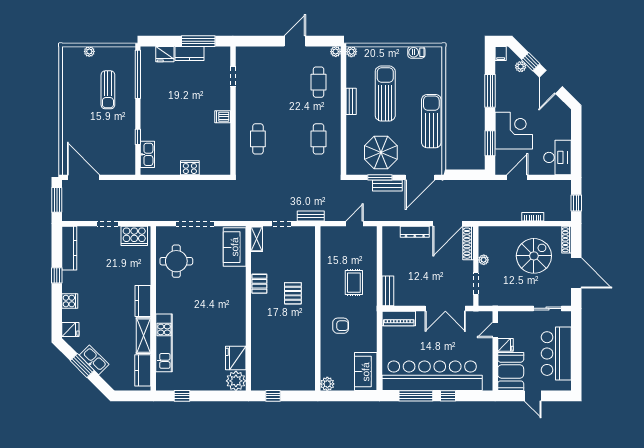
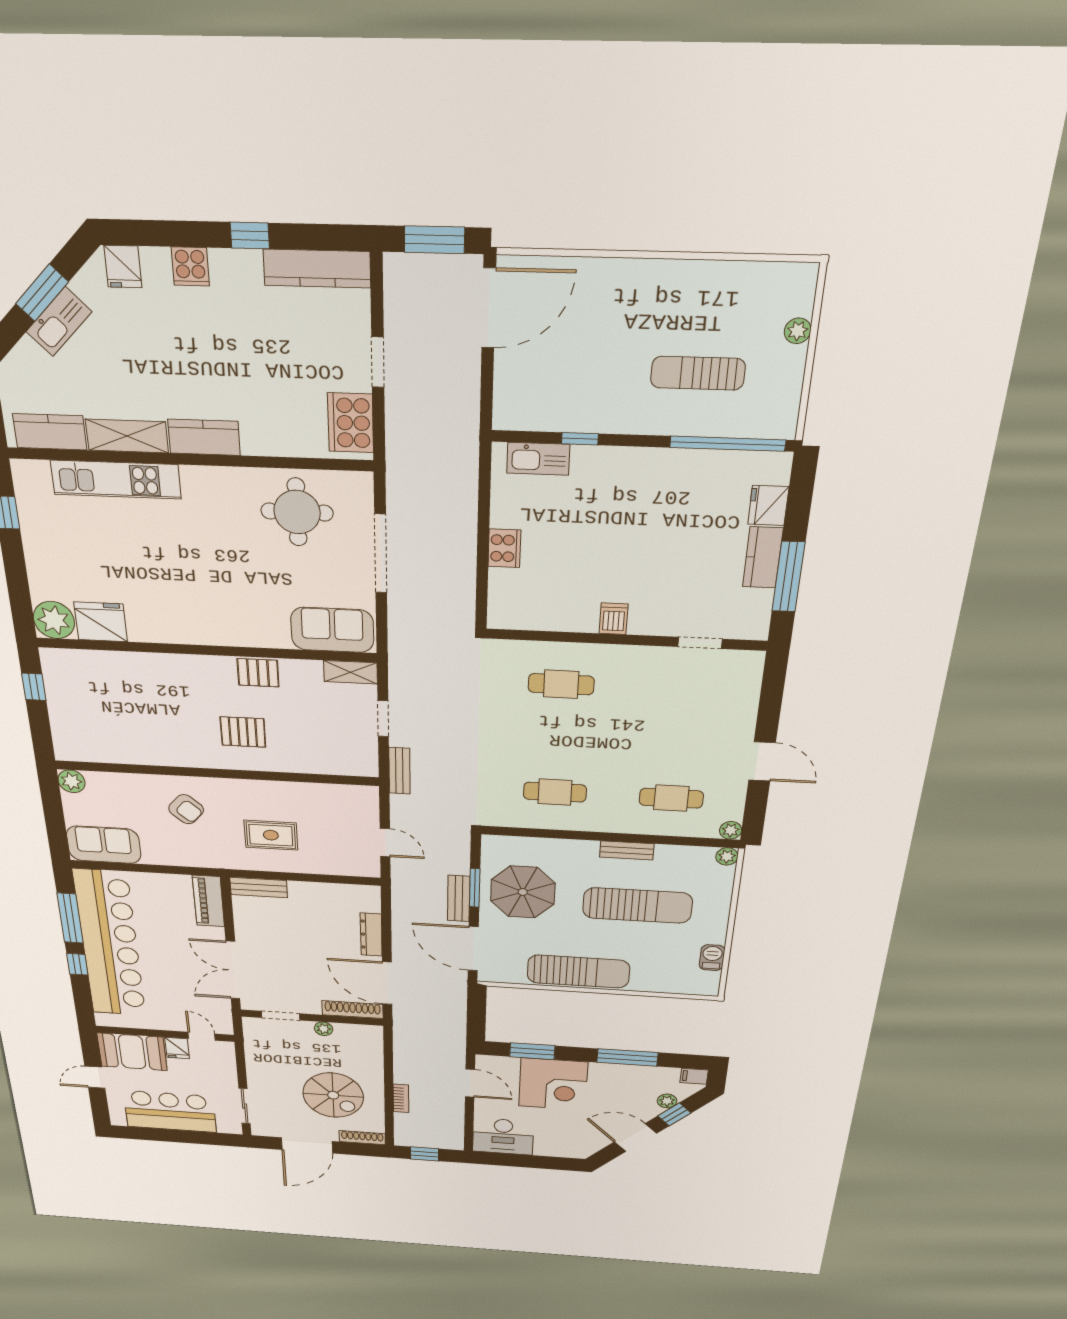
armchair: (341, 326) -> (186, 809), turned -49

